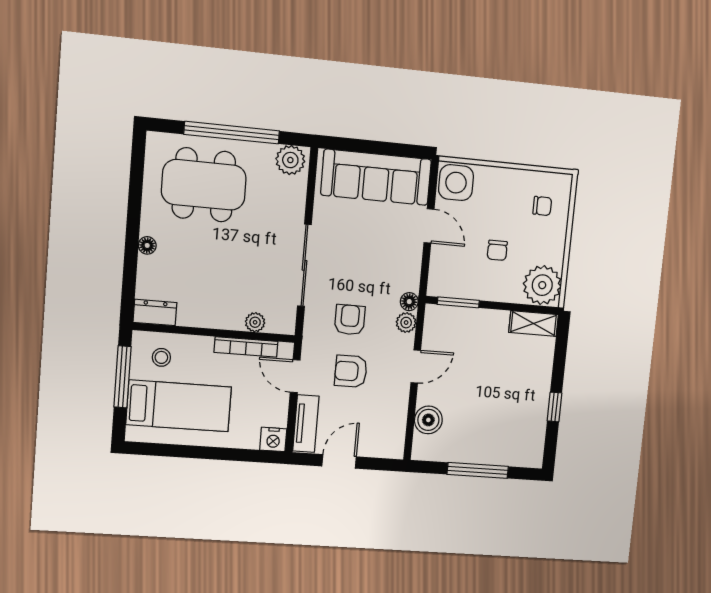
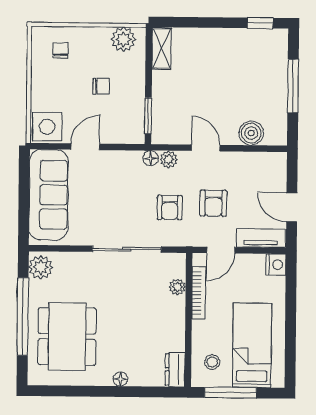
plant: (542, 285) -> (123, 39), width x0.73, depth x0.73
armchair: (350, 320) -> (170, 208), turned -90
window: (555, 407) -> (260, 23), moved

